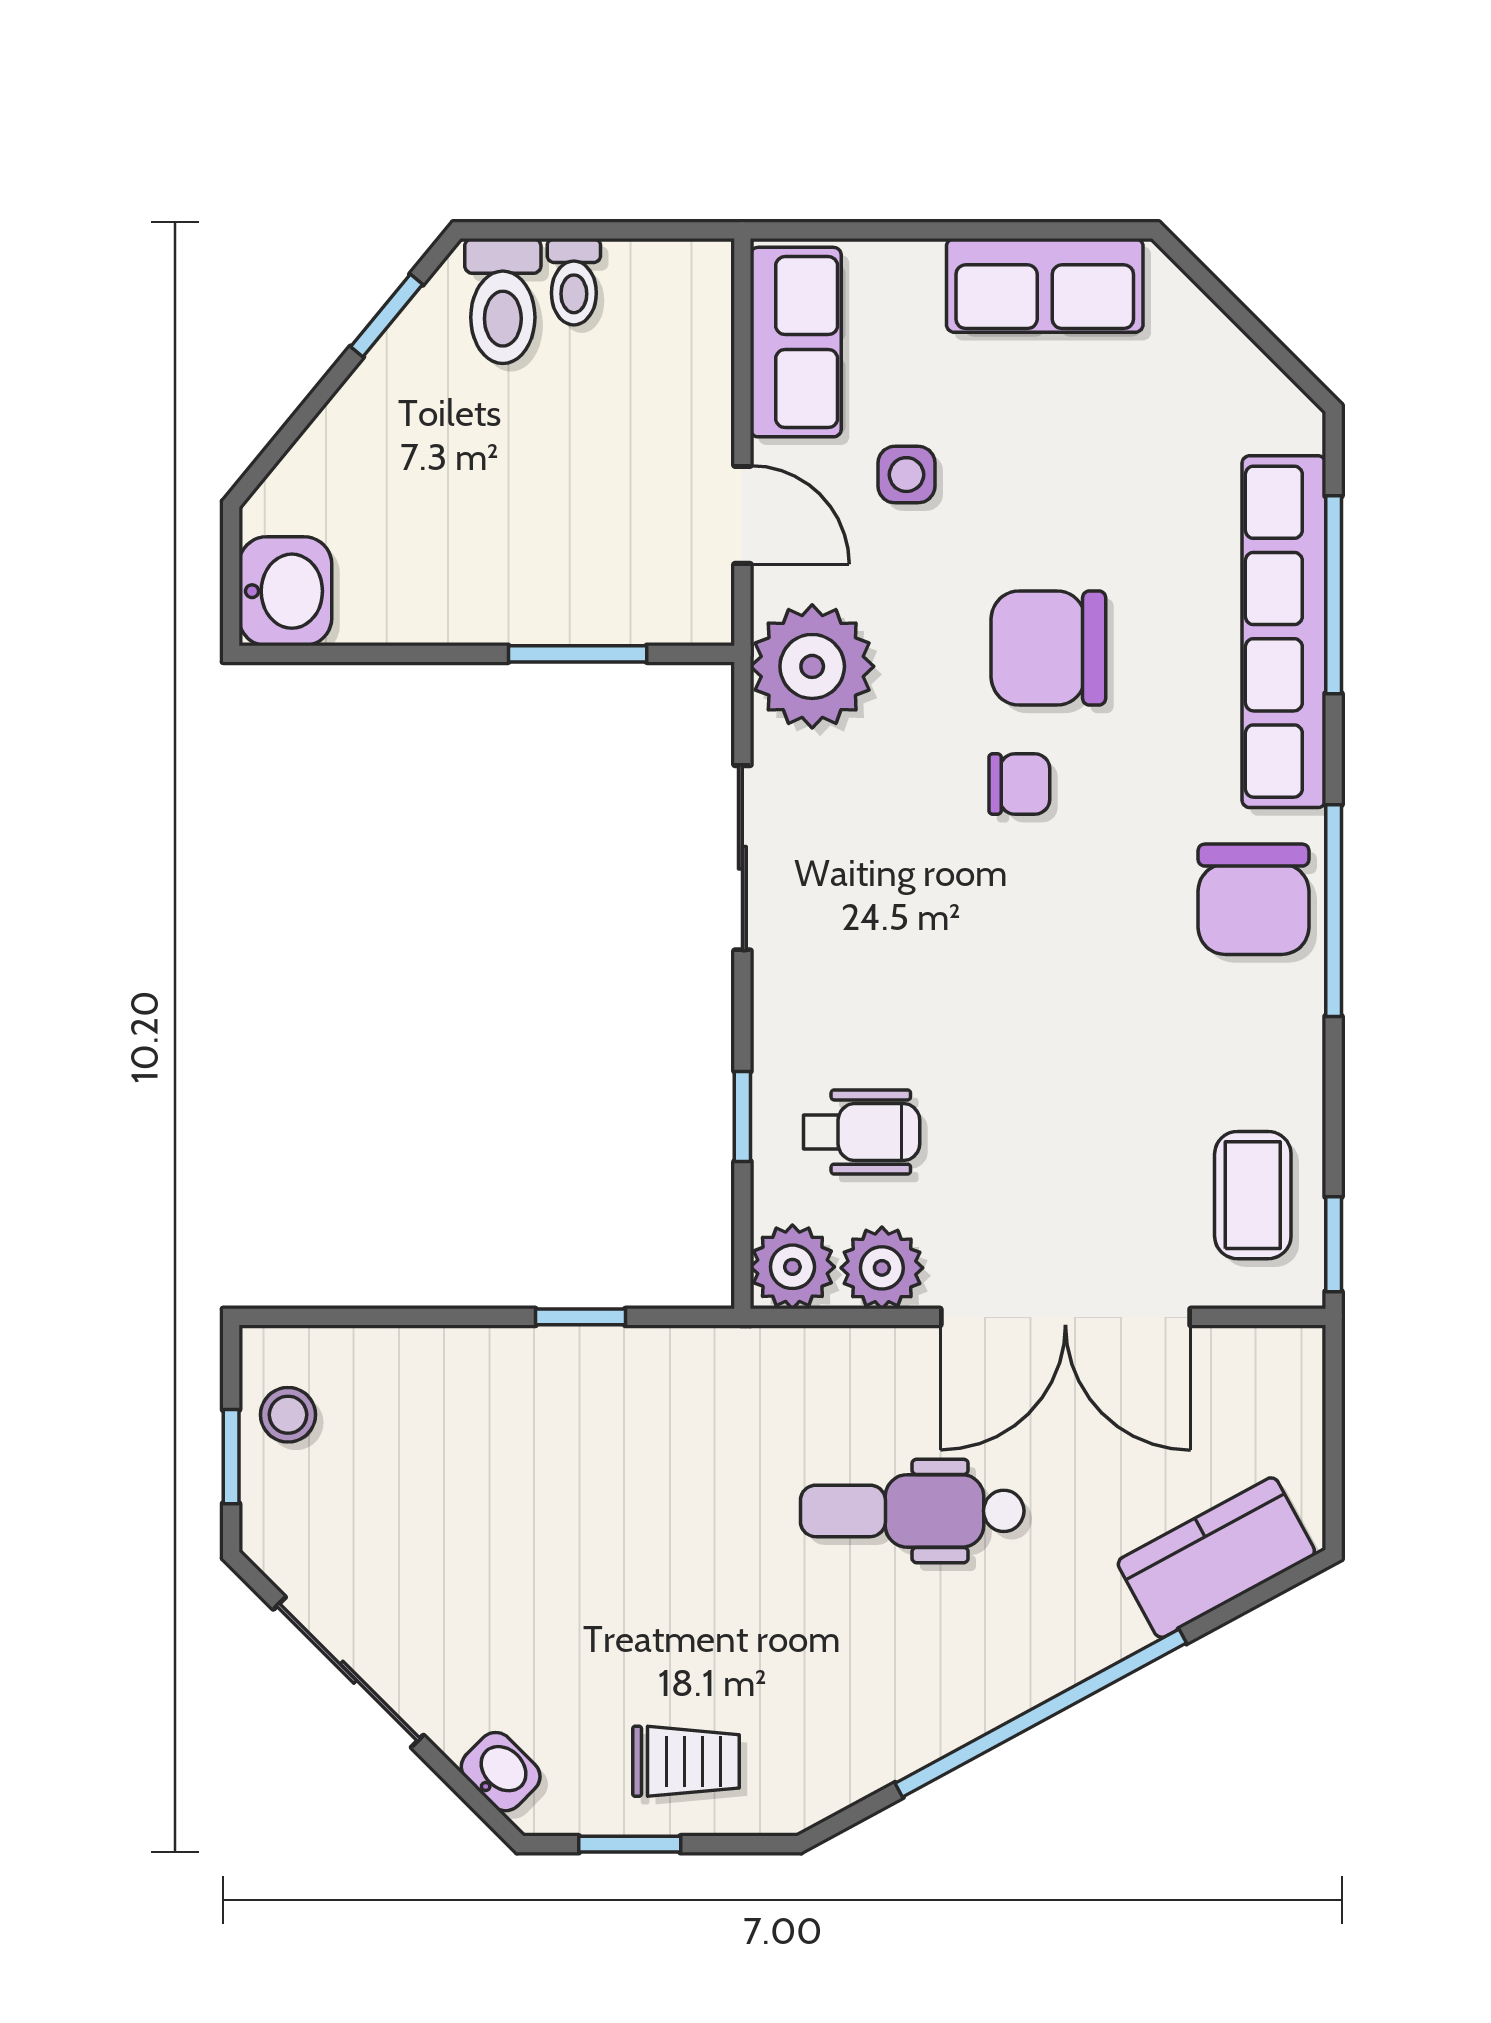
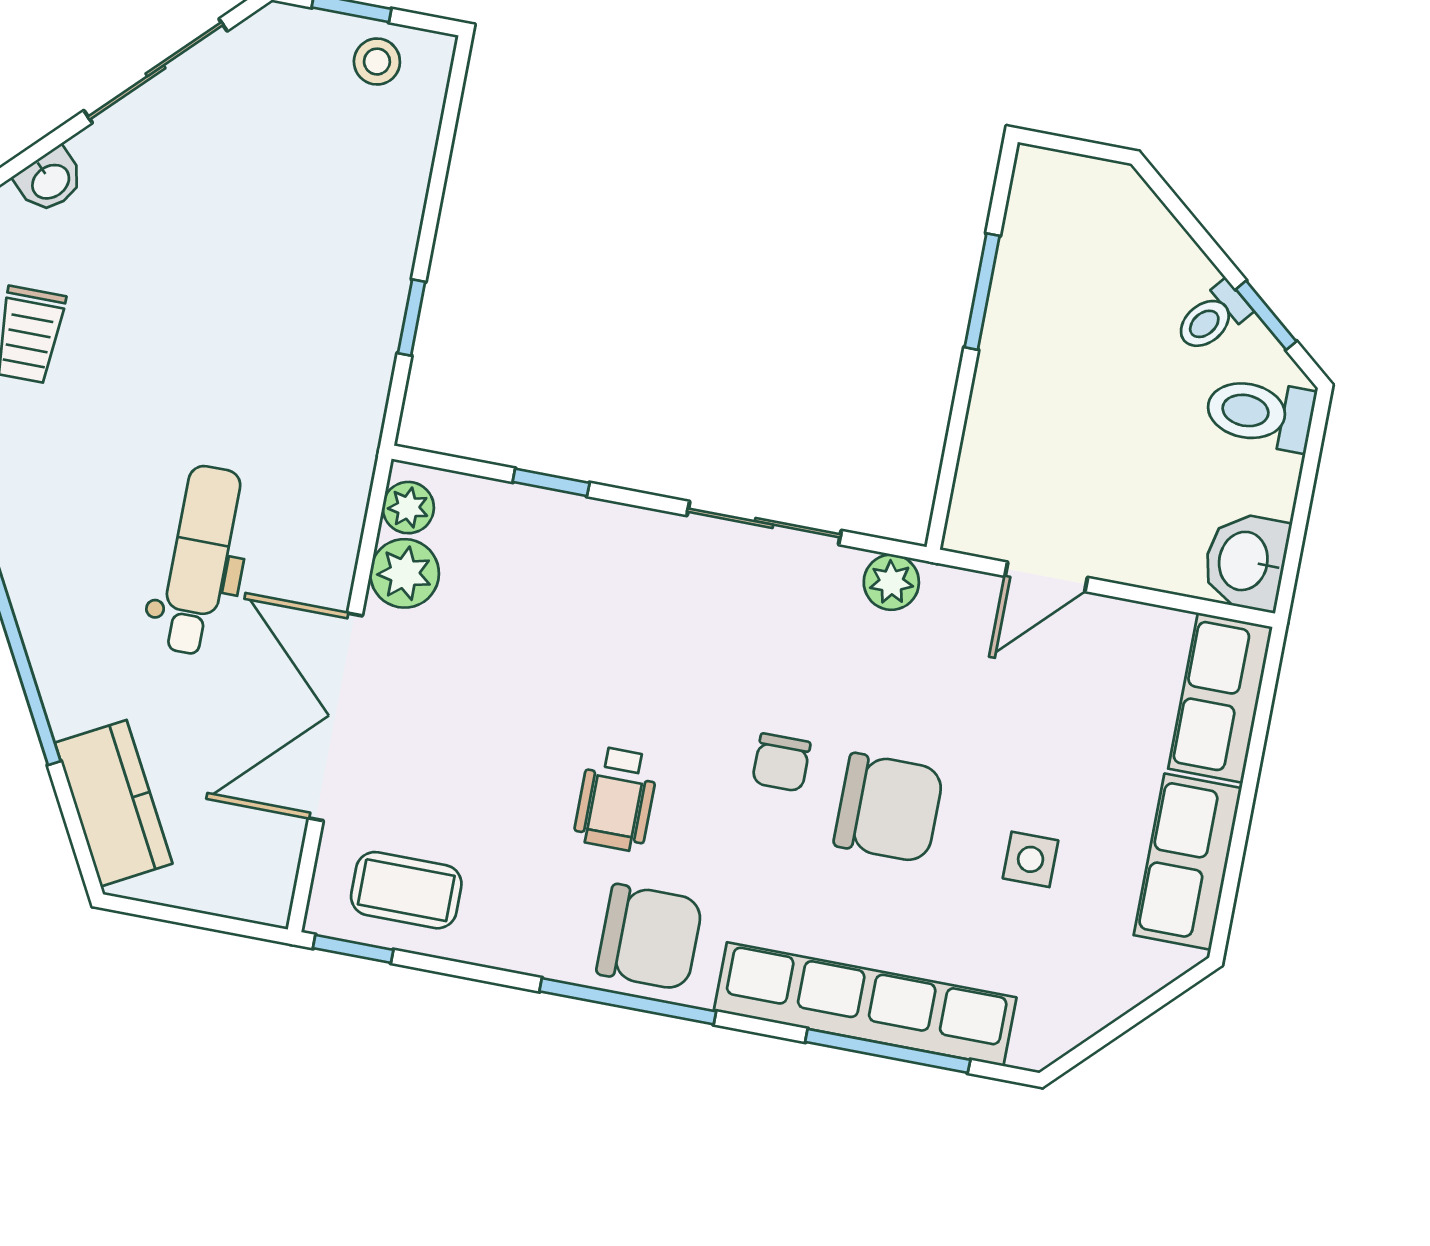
toilet: (574, 282) -> (1212, 317), moved, turned -50
row of seats: (796, 342) -> (1220, 698), moved, turned 90
side table: (906, 475) -> (1031, 859), moved
washbasin: (285, 591) -> (1246, 561), moved, turned 90
chair: (1048, 648) -> (889, 808), turned 90
window: (578, 654) -> (982, 292), moved
plant: (812, 666) -> (891, 582), width x0.53, depth x0.53
chair: (1253, 899) -> (650, 937), turned 180
wheelchair: (861, 1132) -> (616, 799), moved
plant: (792, 1267) -> (408, 508), width x0.73, depth x0.73

